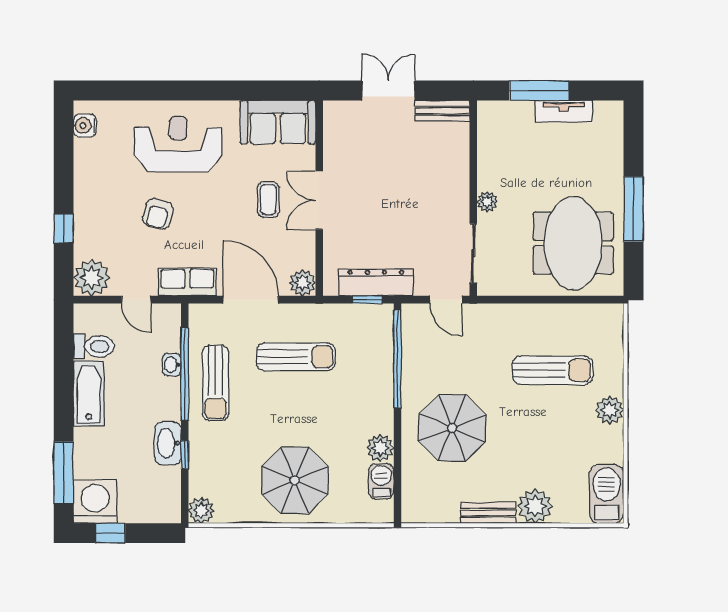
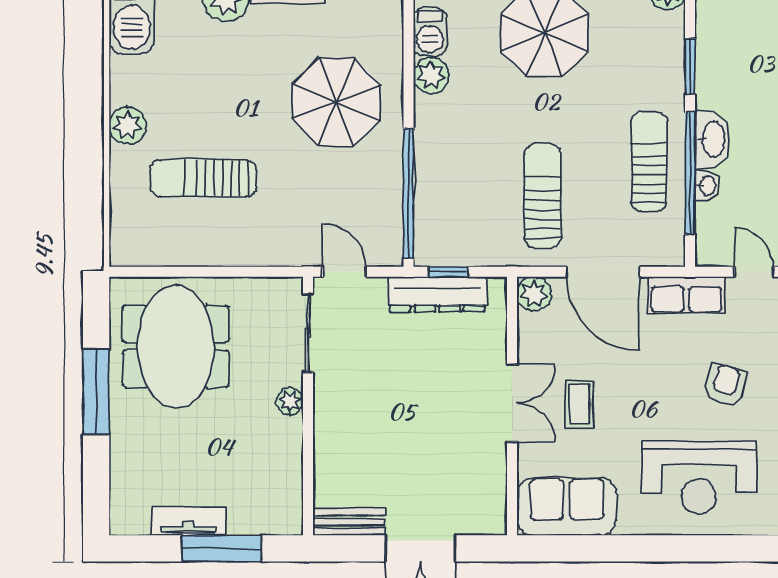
sun lounger: (296, 357) -> (543, 196), turned 90
washbasin: (168, 443) -> (712, 140), moved
window: (185, 455) -> (690, 66), width x1.50

